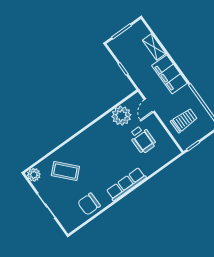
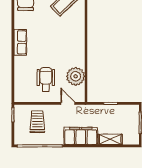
trolley: (184, 120) -> (37, 122), turned 180
wheelchair: (142, 139) -> (46, 79), turned 90
row of seats: (126, 184) -> (20, 42), width x0.68

